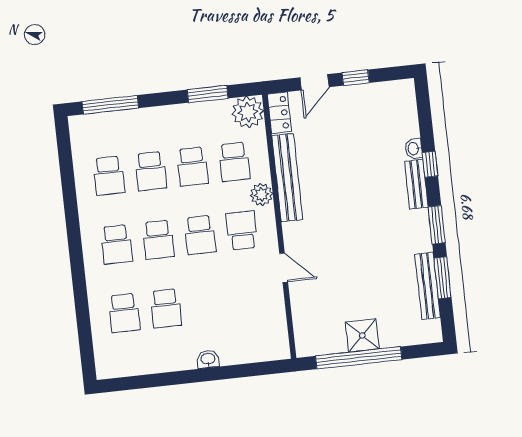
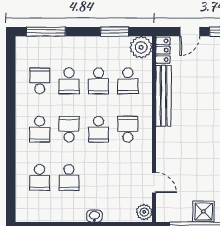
school desk: (109, 176) -> (40, 81), turned 180
plant: (261, 195) -> (144, 212), moved
school desk: (158, 240) -> (69, 129), turned 180
door: (284, 268) -> (154, 183), moved

